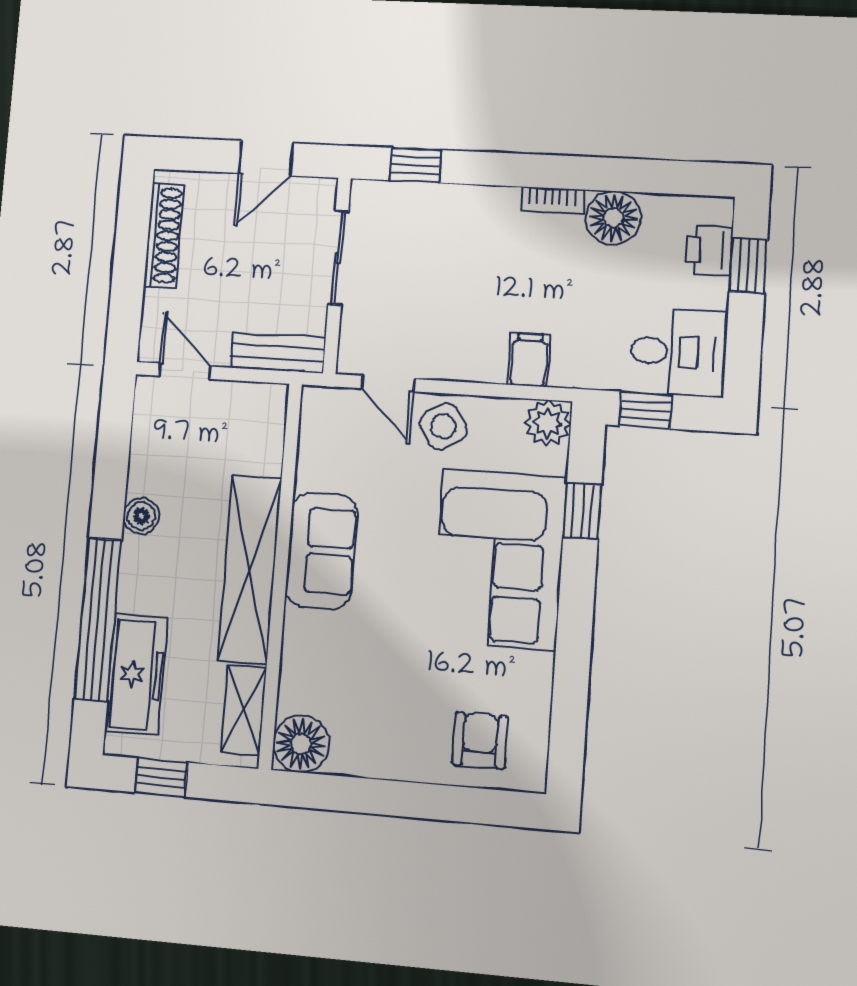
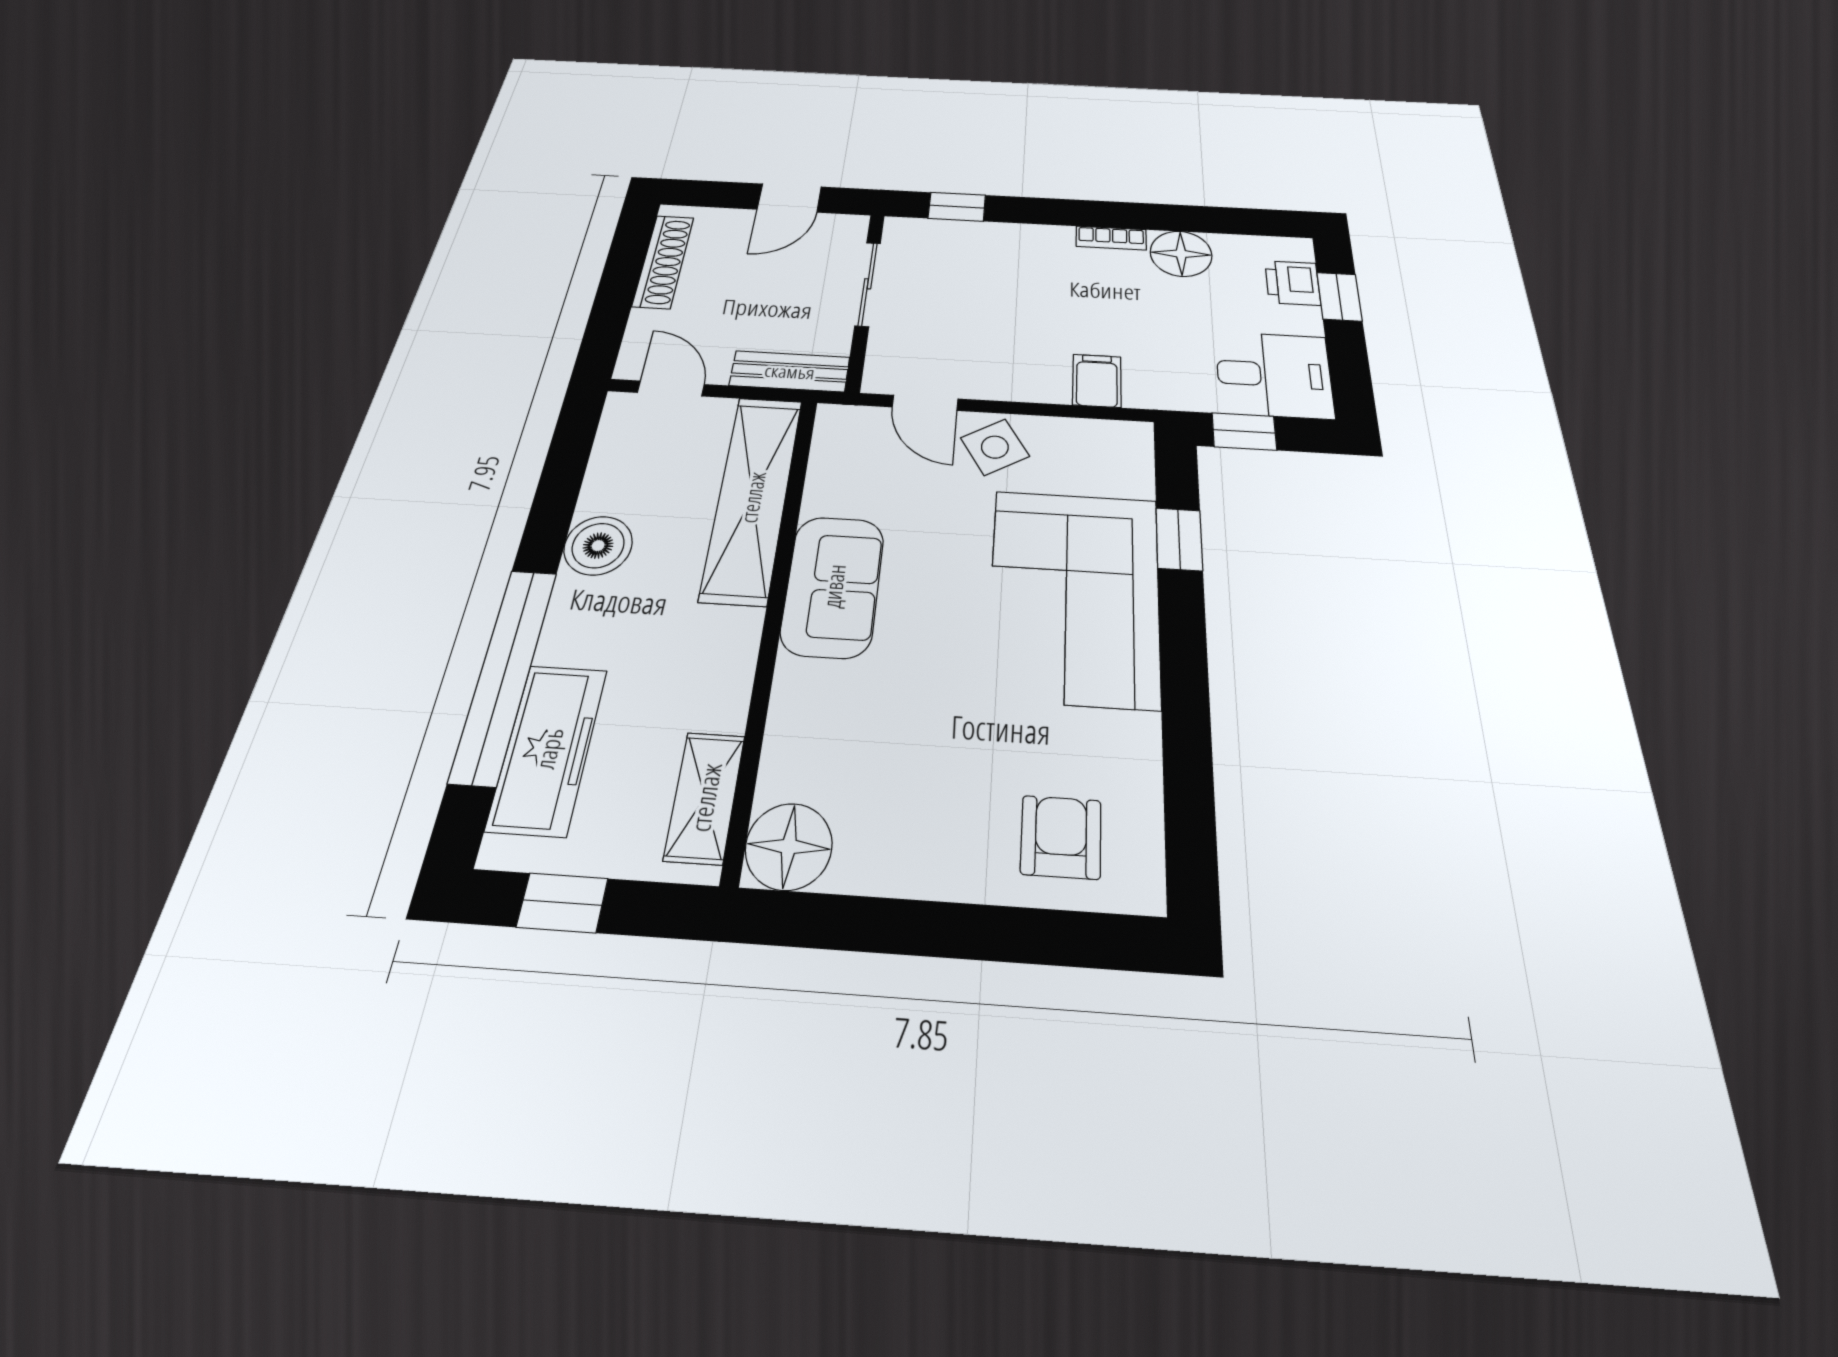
plant: (548, 423) -> (1125, 444), removed
boiler: (141, 516) -> (598, 546), width x1.36, depth x1.36
shelving: (249, 569) -> (752, 497), moved

